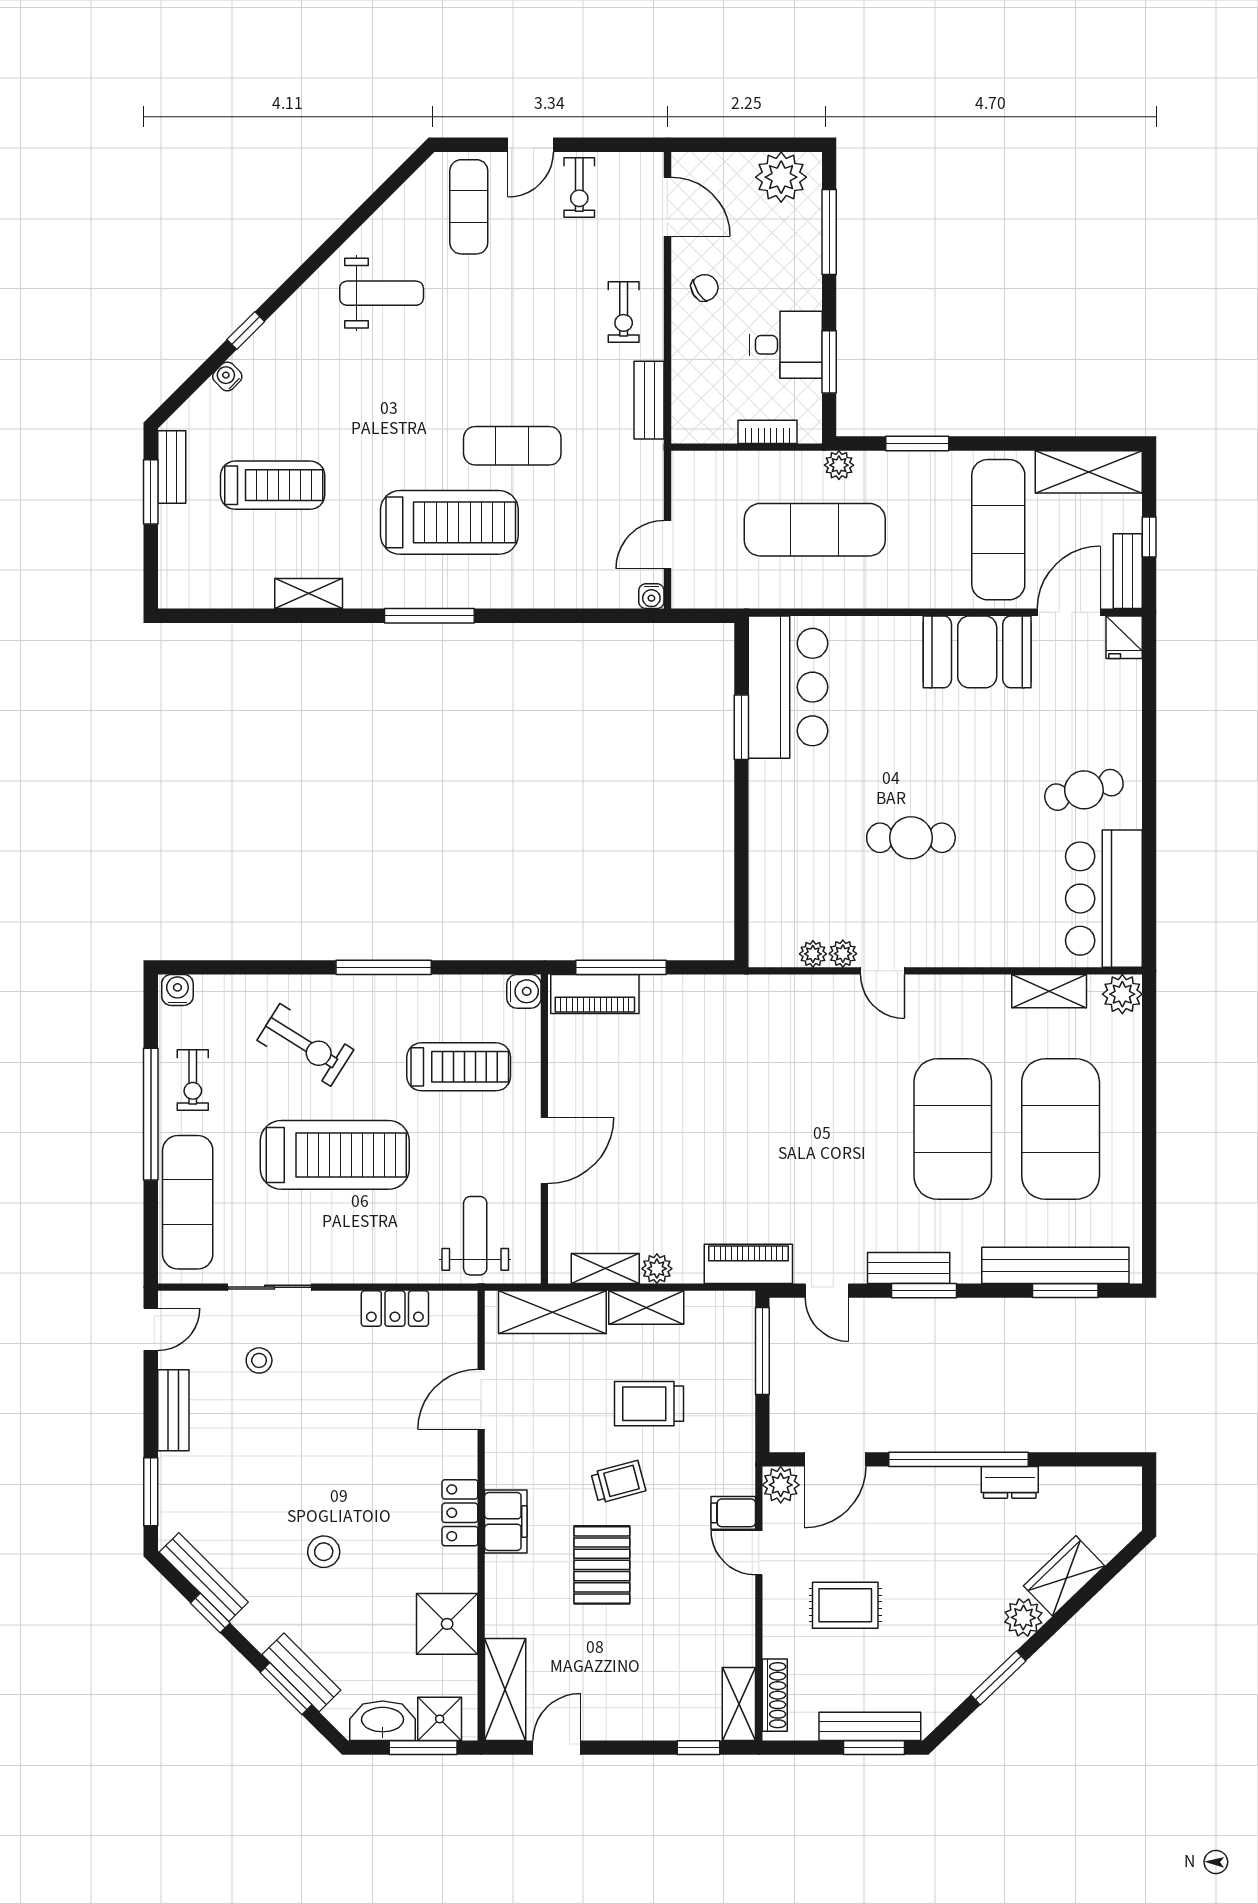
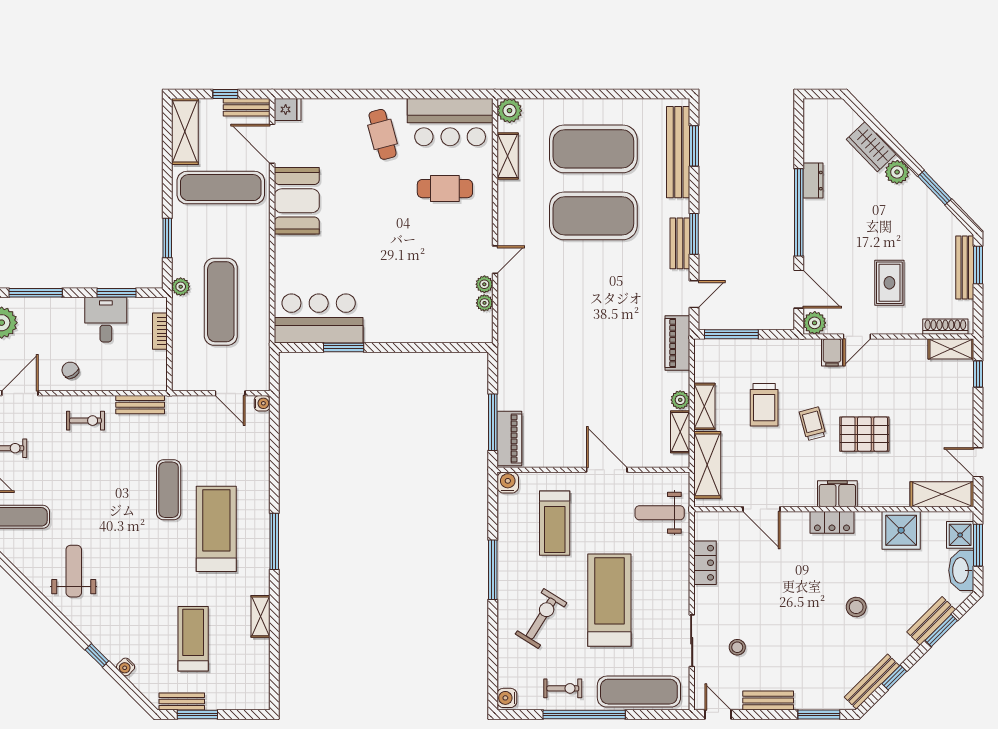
cafe table: (911, 838) -> (445, 189), moved, turned 90
treadmill: (459, 1067) -> (555, 523), turned 180

